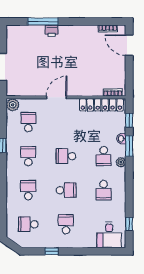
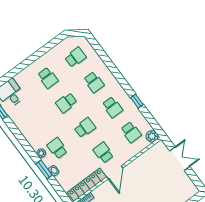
door: (57, 97) -> (115, 172), moved
window: (129, 120) -> (58, 188), removed
school desk: (104, 190) -> (103, 153), moved
window: (52, 251) -> (44, 50), removed

